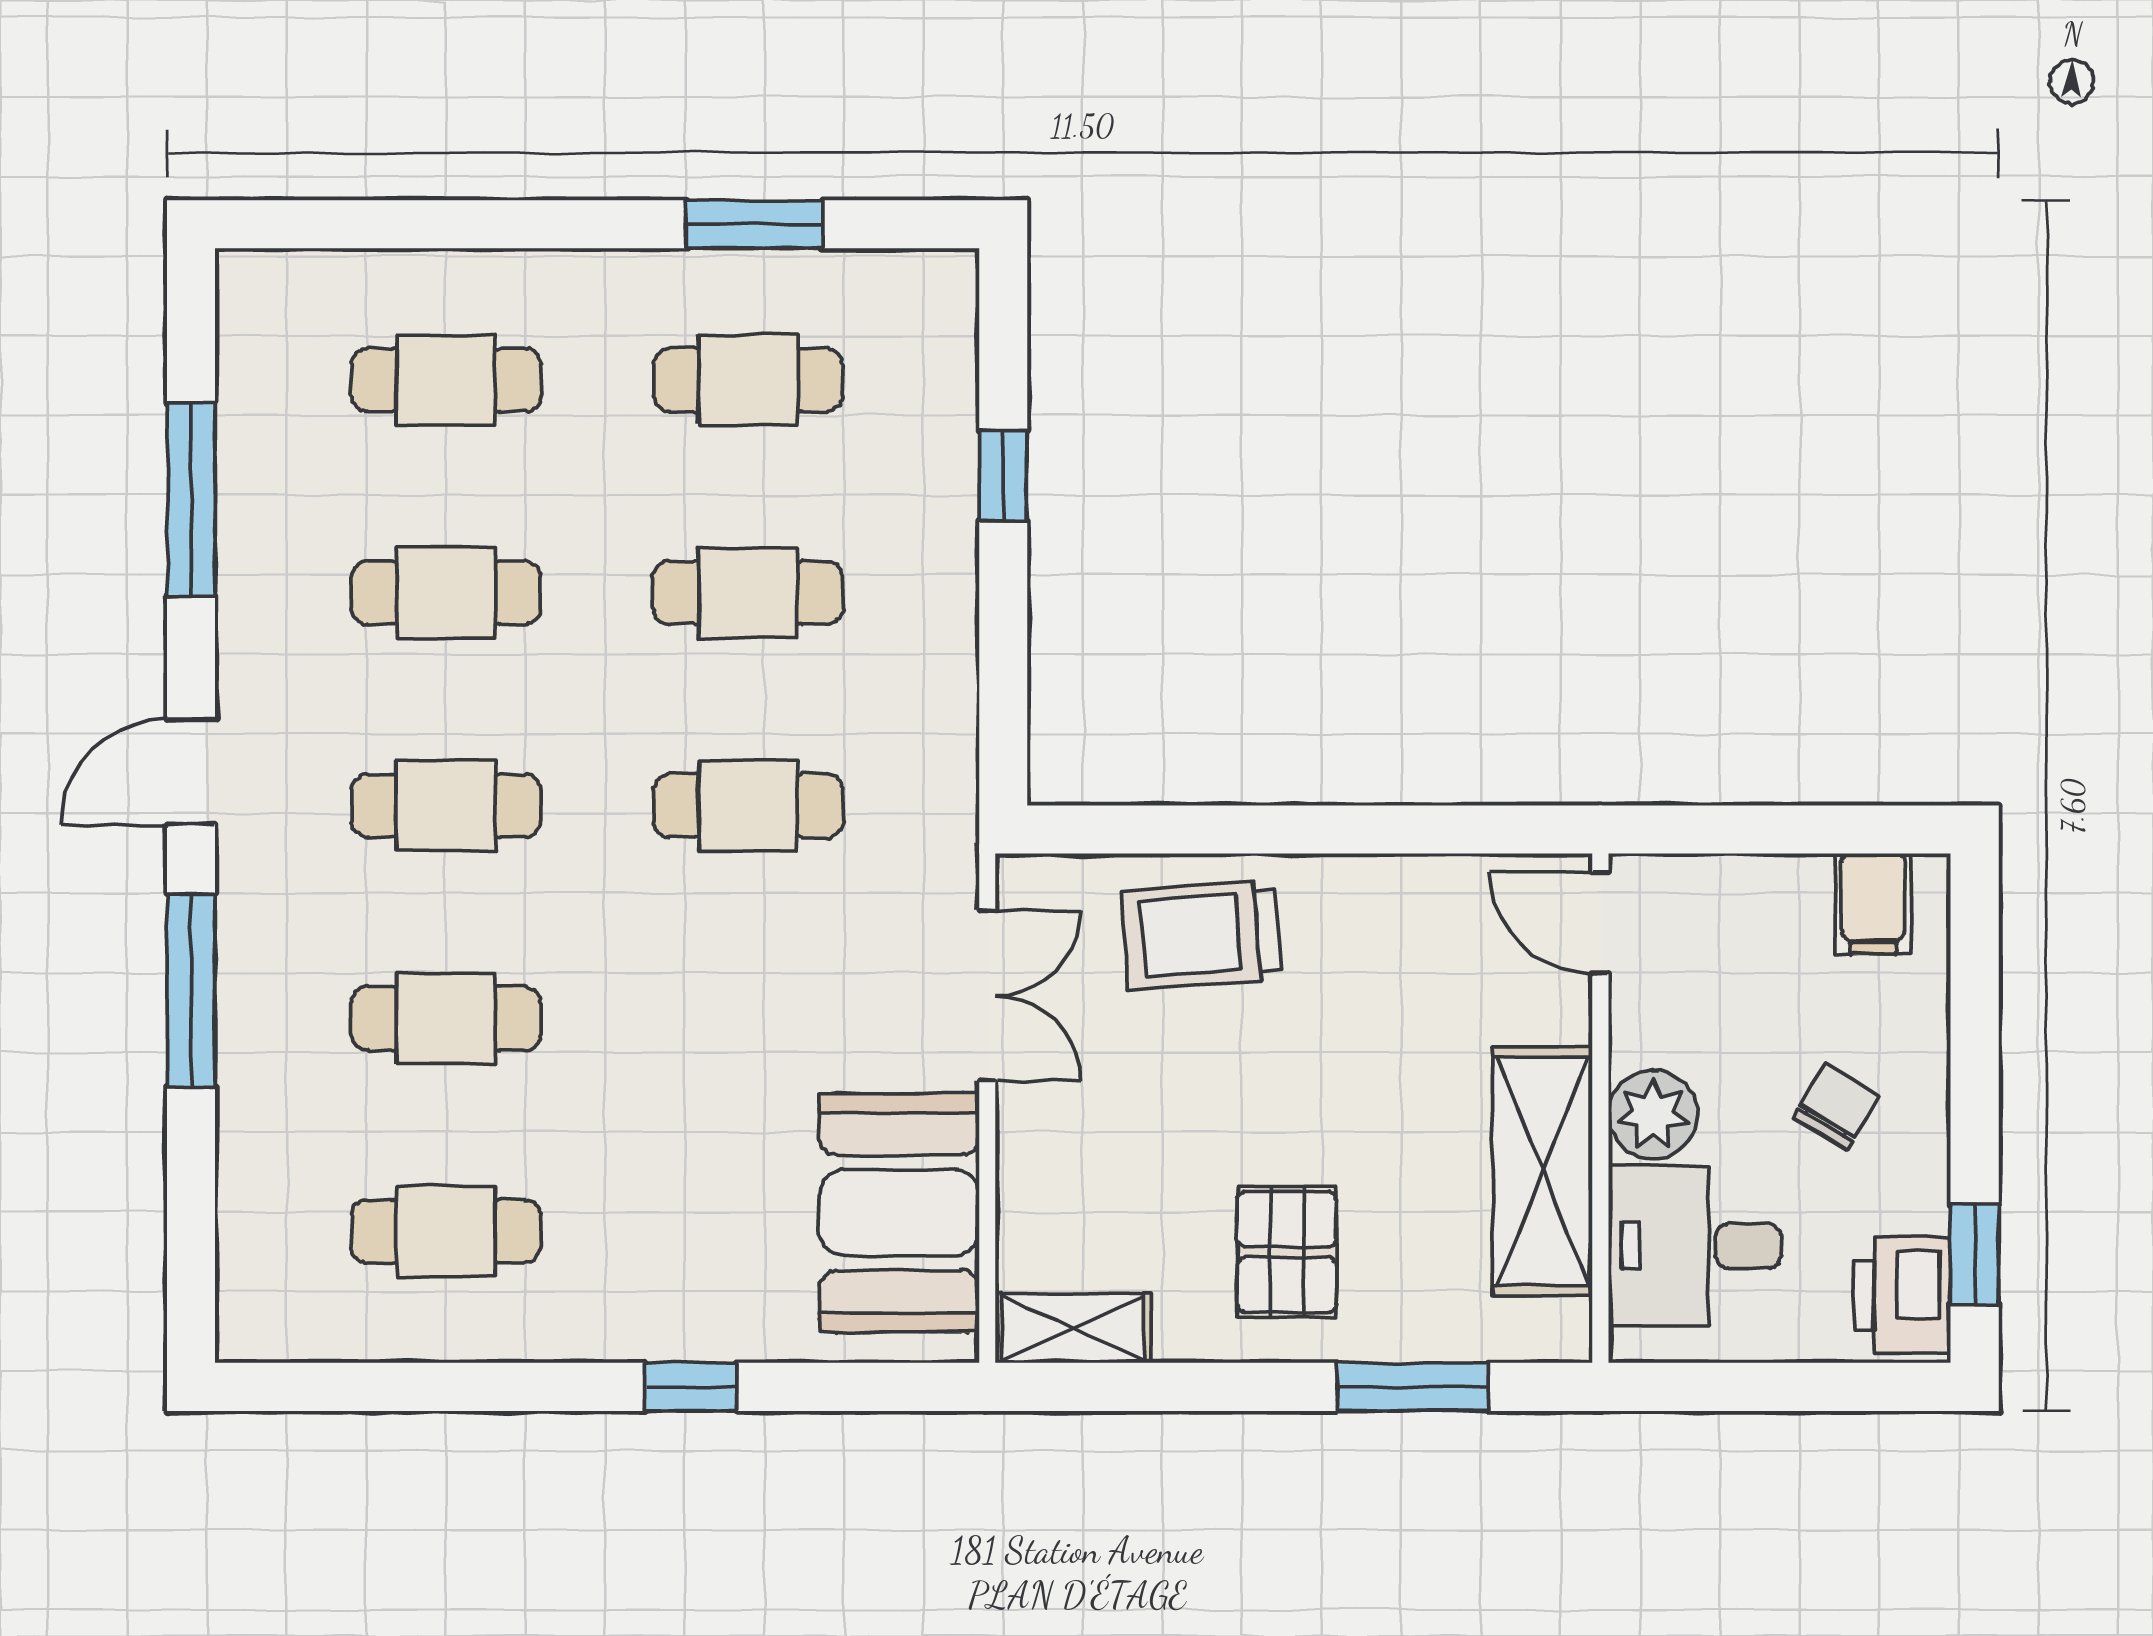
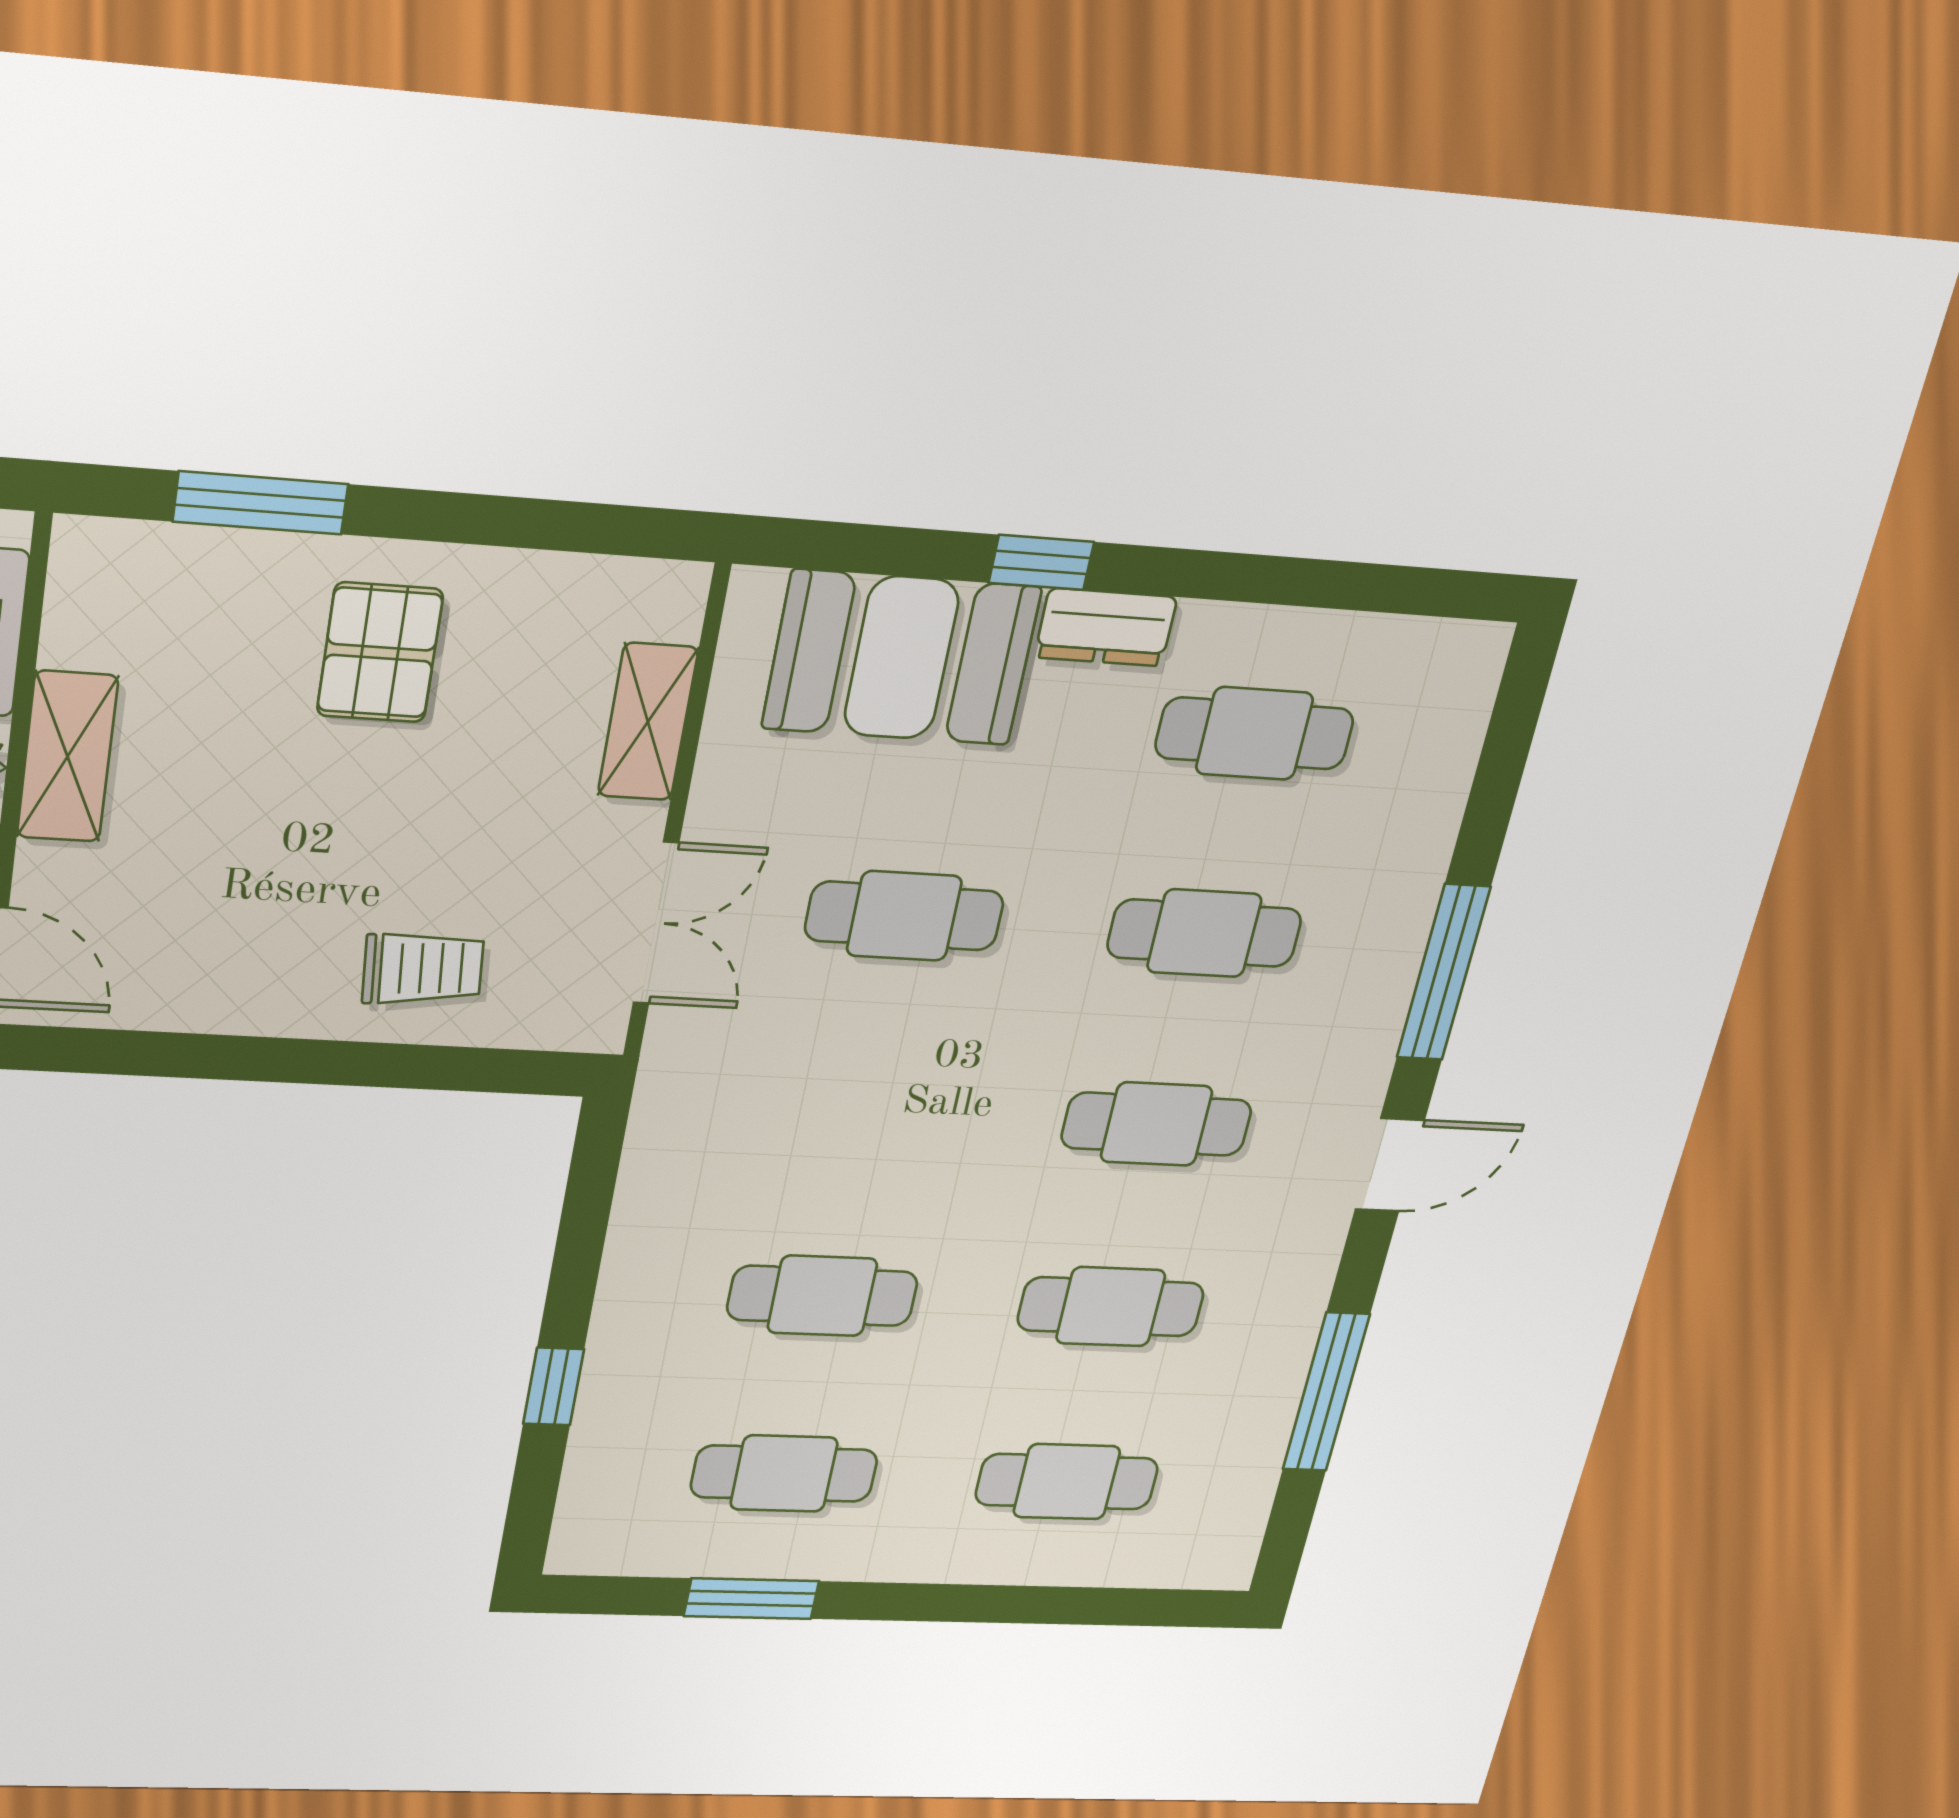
cafe table: (748, 806) -> (904, 916), moved
trolley: (1202, 935) -> (423, 968), width x0.73, depth x0.72
double door: (987, 996) -> (656, 923), swing flipped
shelving: (1543, 1171) -> (67, 757), width x0.67, depth x0.75
booth: (899, 1213) -> (901, 658), moved, turned 90
dresser: (615, 1328) -> (1106, 627), added
shelving: (1073, 1328) -> (648, 722), moved, turned 90

